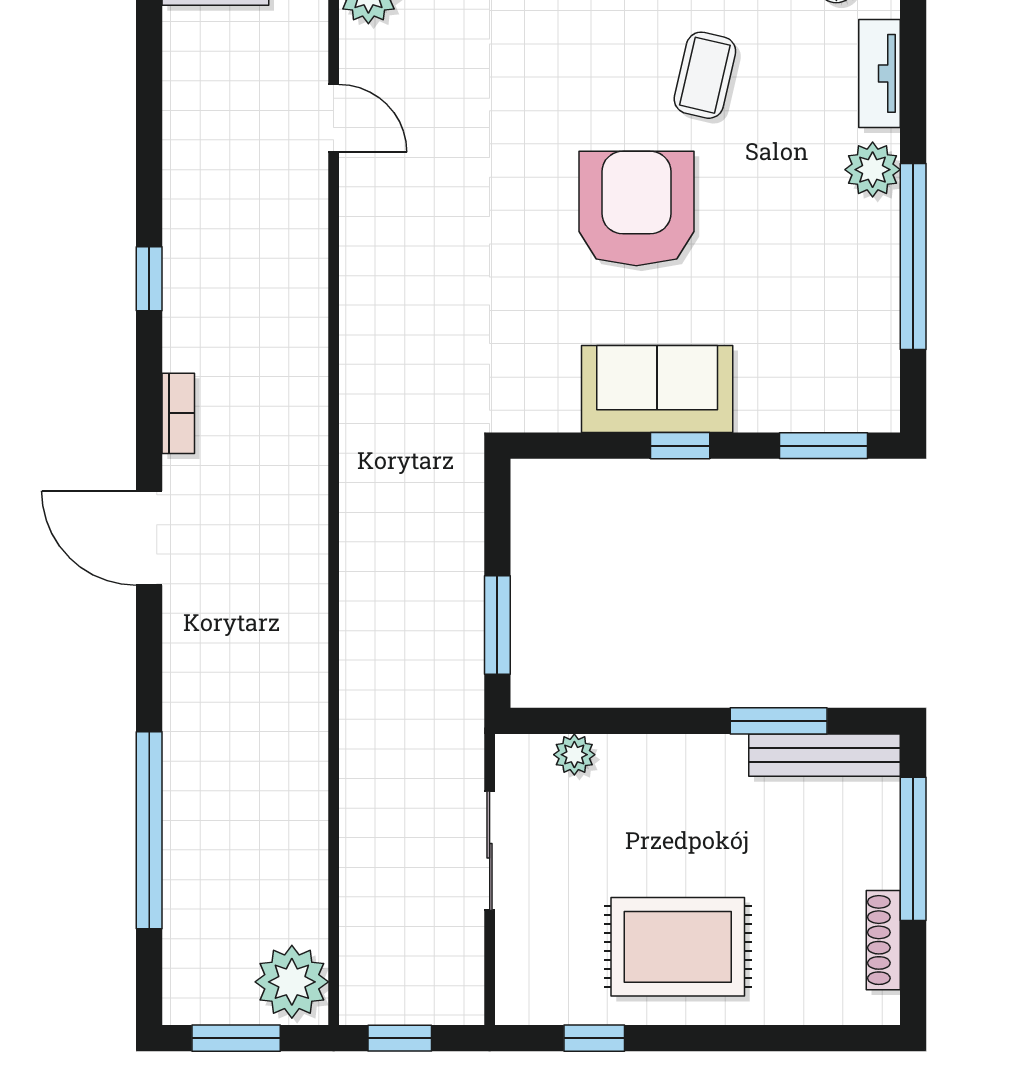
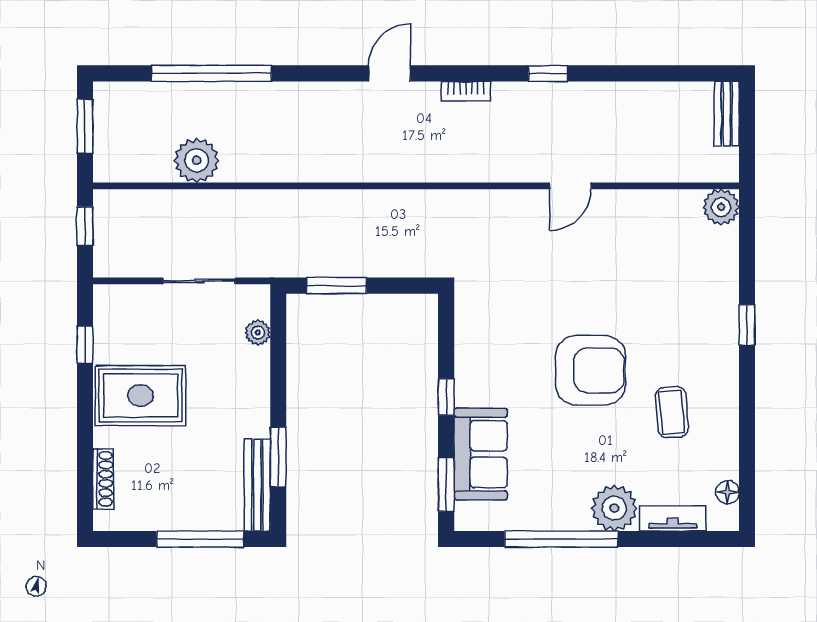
coffee table: (705, 75) -> (672, 412), turned 72
door: (334, 118) -> (570, 186), moved
plant: (873, 170) -> (614, 508), width x1.36, depth x1.36
sofa: (657, 389) -> (481, 454), moved
door: (149, 538) -> (390, 73), width x0.73
shoe rack: (883, 940) -> (103, 479), moved, turned 90
rug: (678, 947) -> (141, 396), turned 90
plant: (292, 982) -> (197, 160), moved

